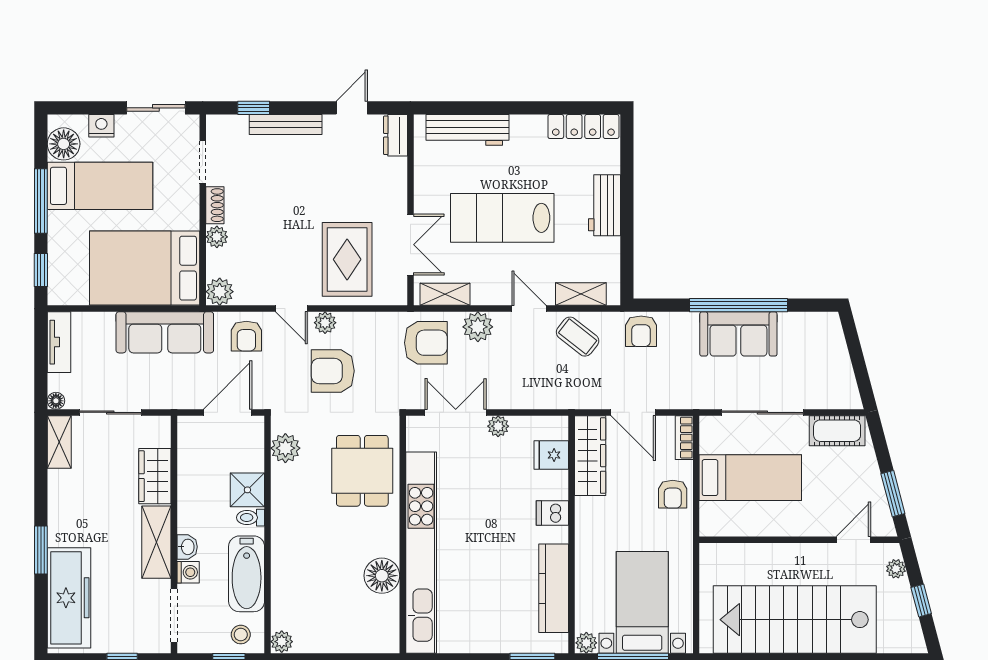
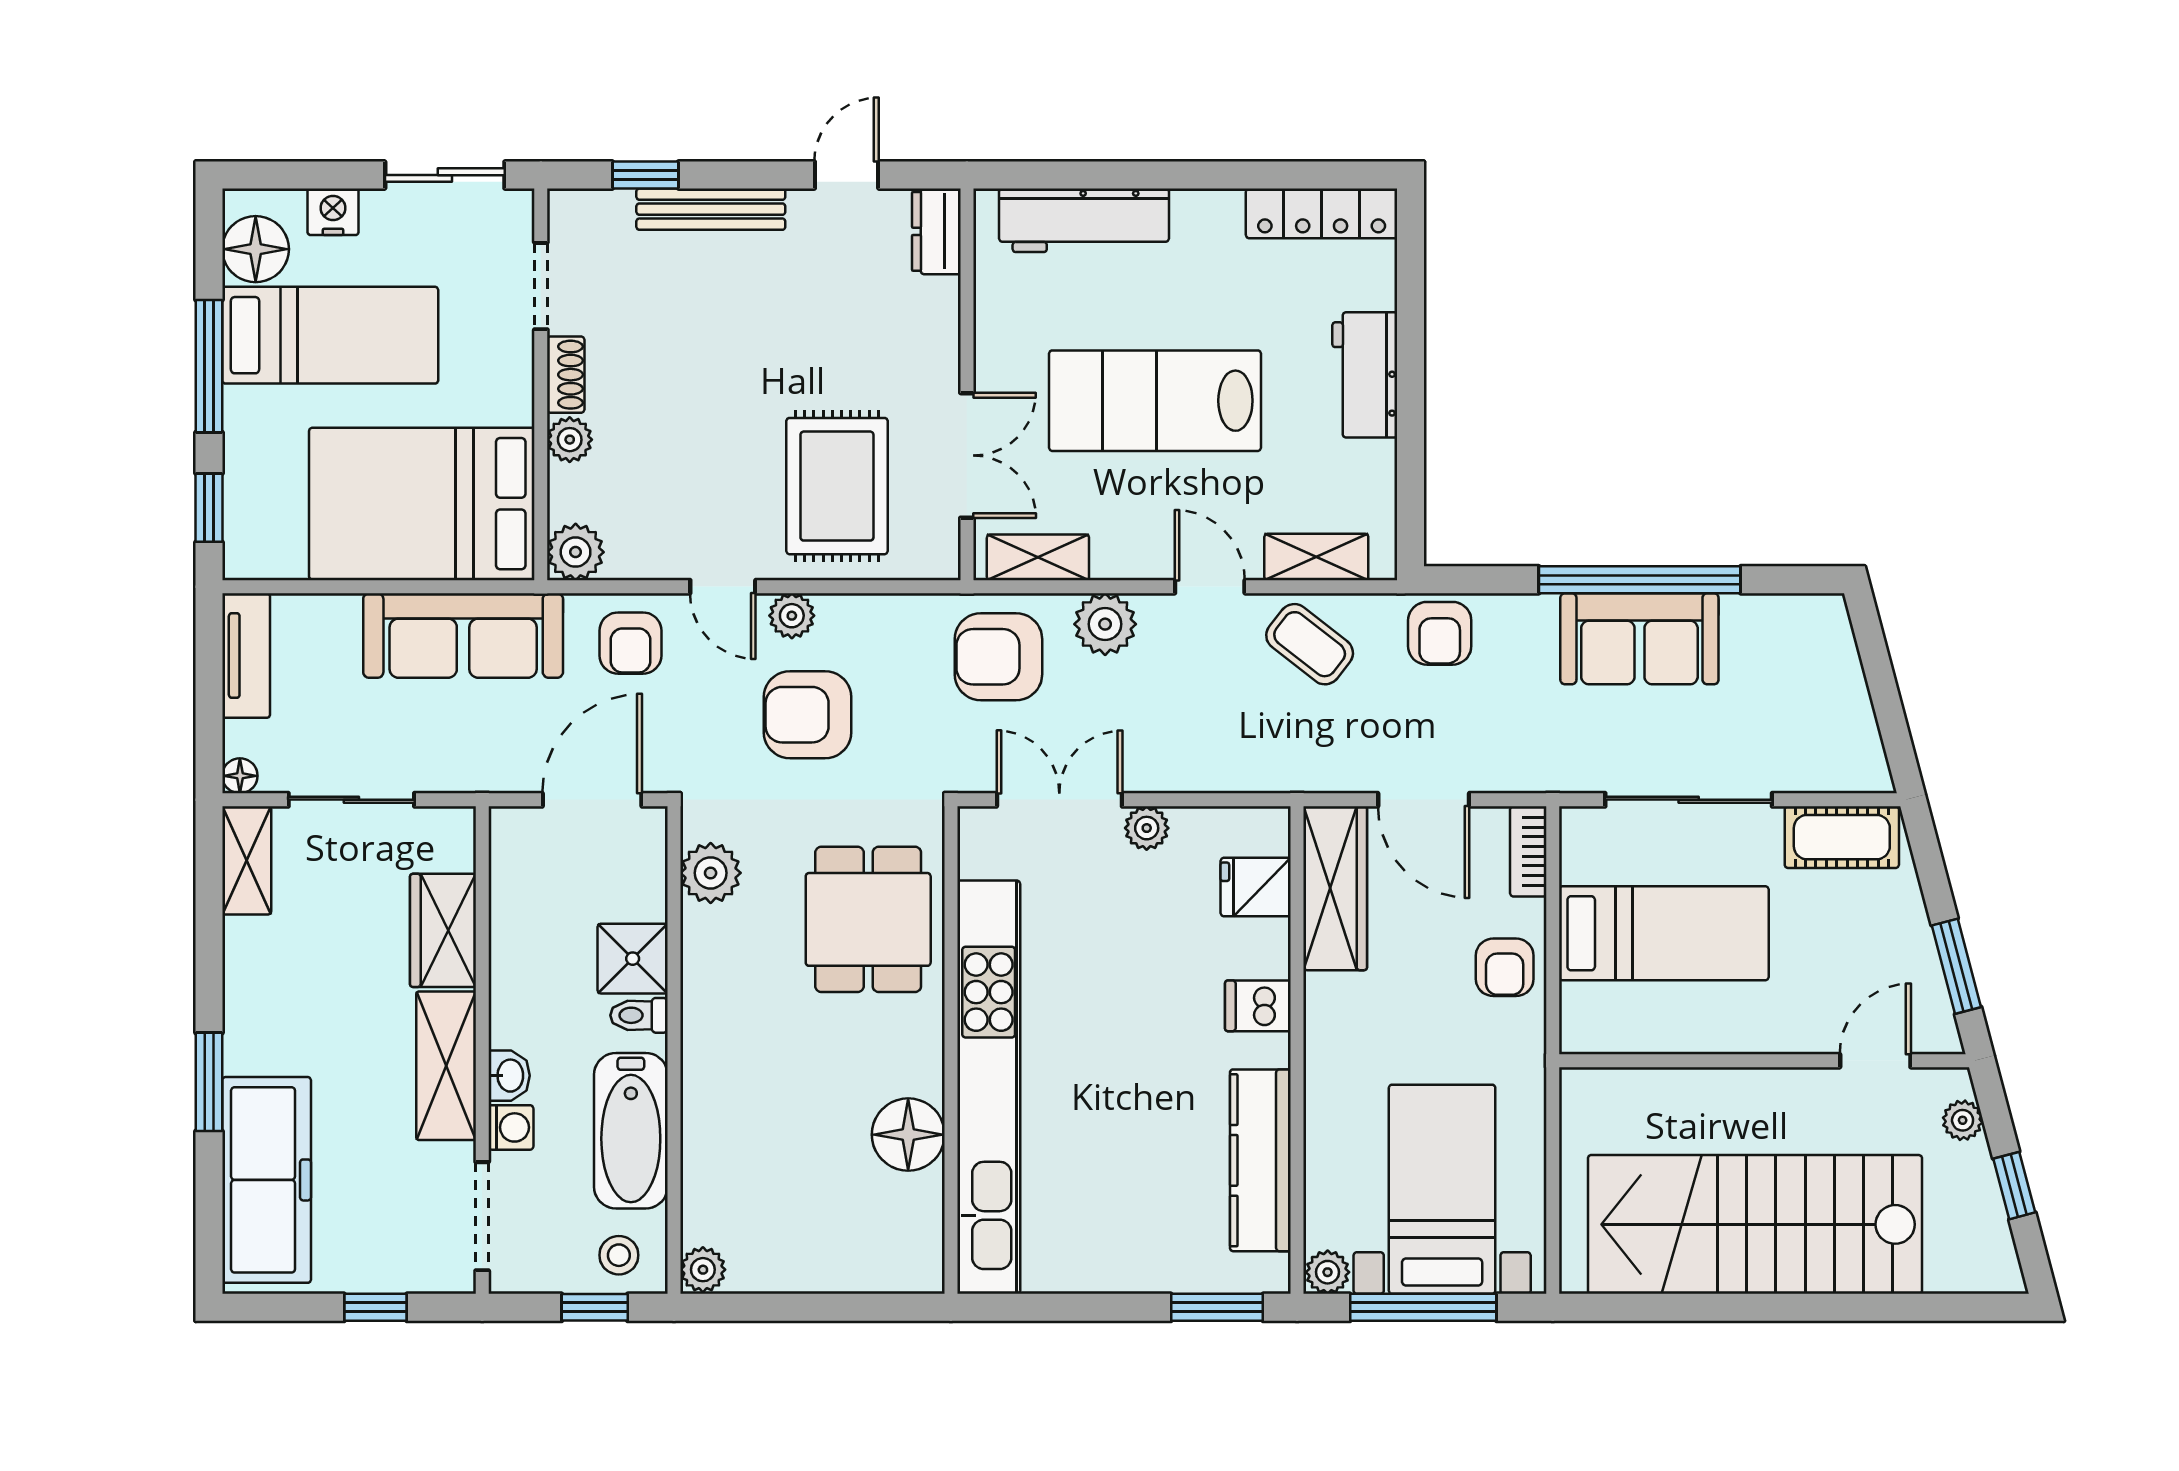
armchair: (426, 343) -> (998, 657), turned 180

